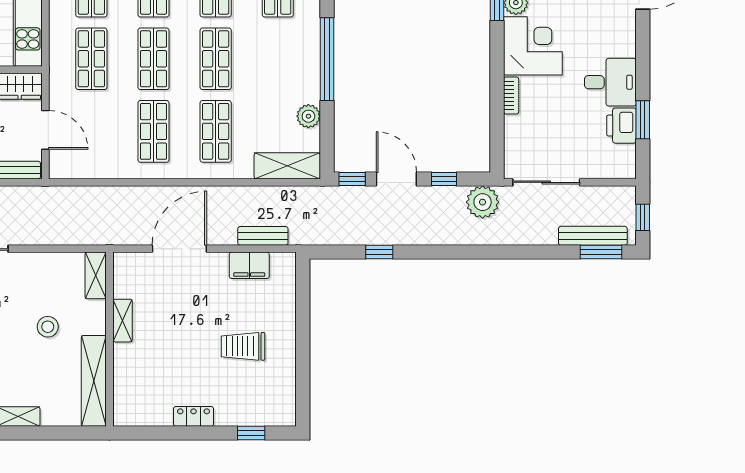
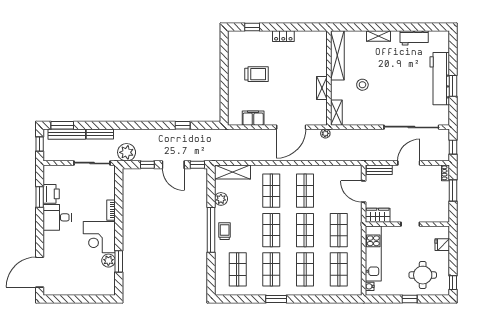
trolley: (302, 57) -> (225, 231), added
bench: (263, 236) -> (100, 134), moved
plant: (116, 237) -> (325, 133), added

